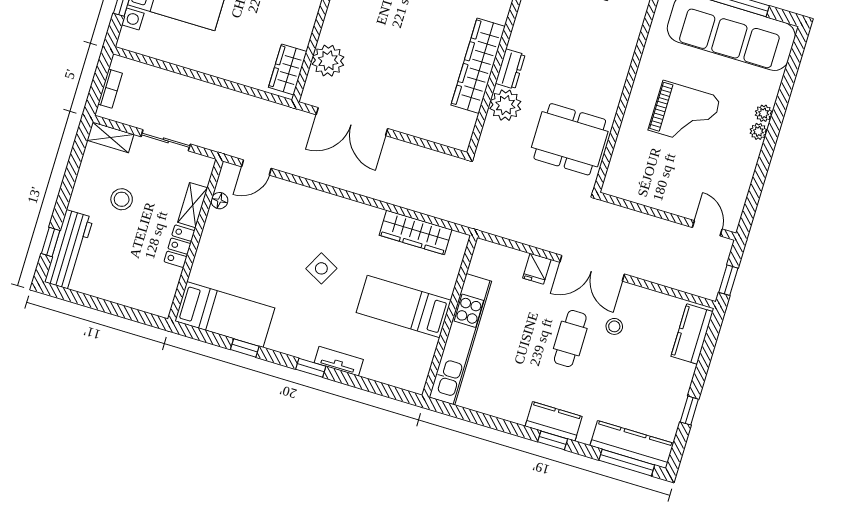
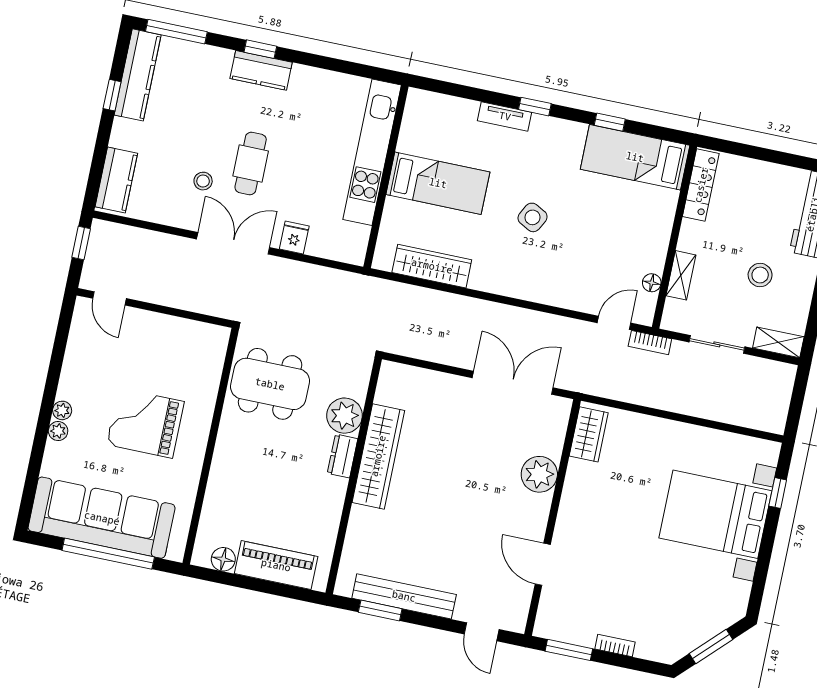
plant: (328, 61) -> (539, 474), moved
bookcase: (110, 89) -> (650, 343), moved, turned -90
locker: (179, 246) -> (701, 185), moved, width x1.53
kitchen counter: (632, 444) -> (138, 75), moved, turned -90

